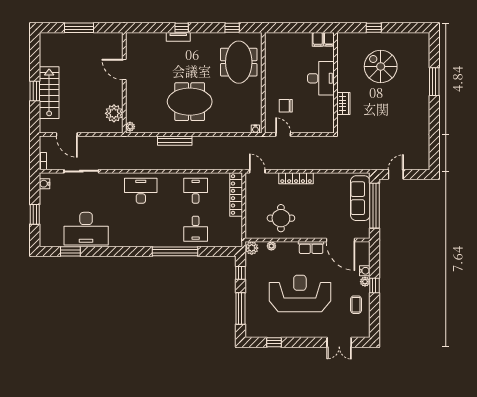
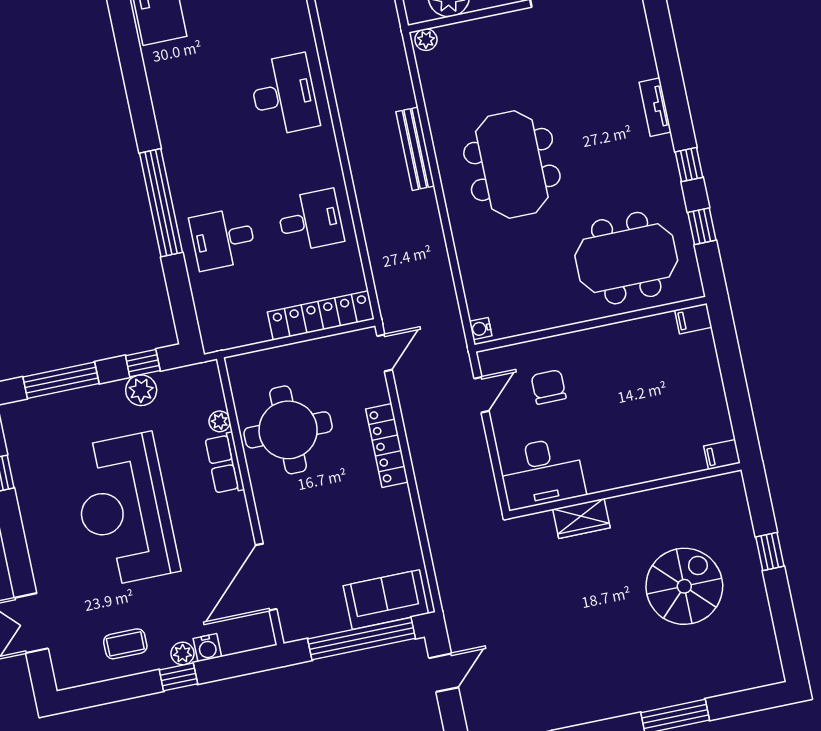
window: (182, 28) -> (689, 165), moved
filing cabinet: (318, 39) -> (693, 319), moved
desk: (321, 78) -> (542, 473), moved
door: (396, 174) -> (444, 673), hinge flipped
sofa: (360, 198) -> (386, 600), width x0.73
round table: (281, 218) -> (288, 430), width x1.36, depth x1.36
plant: (252, 248) -> (141, 390), moved
row of seats: (311, 248) -> (225, 463), moved
reception desk: (300, 293) -> (124, 510), turned 180

